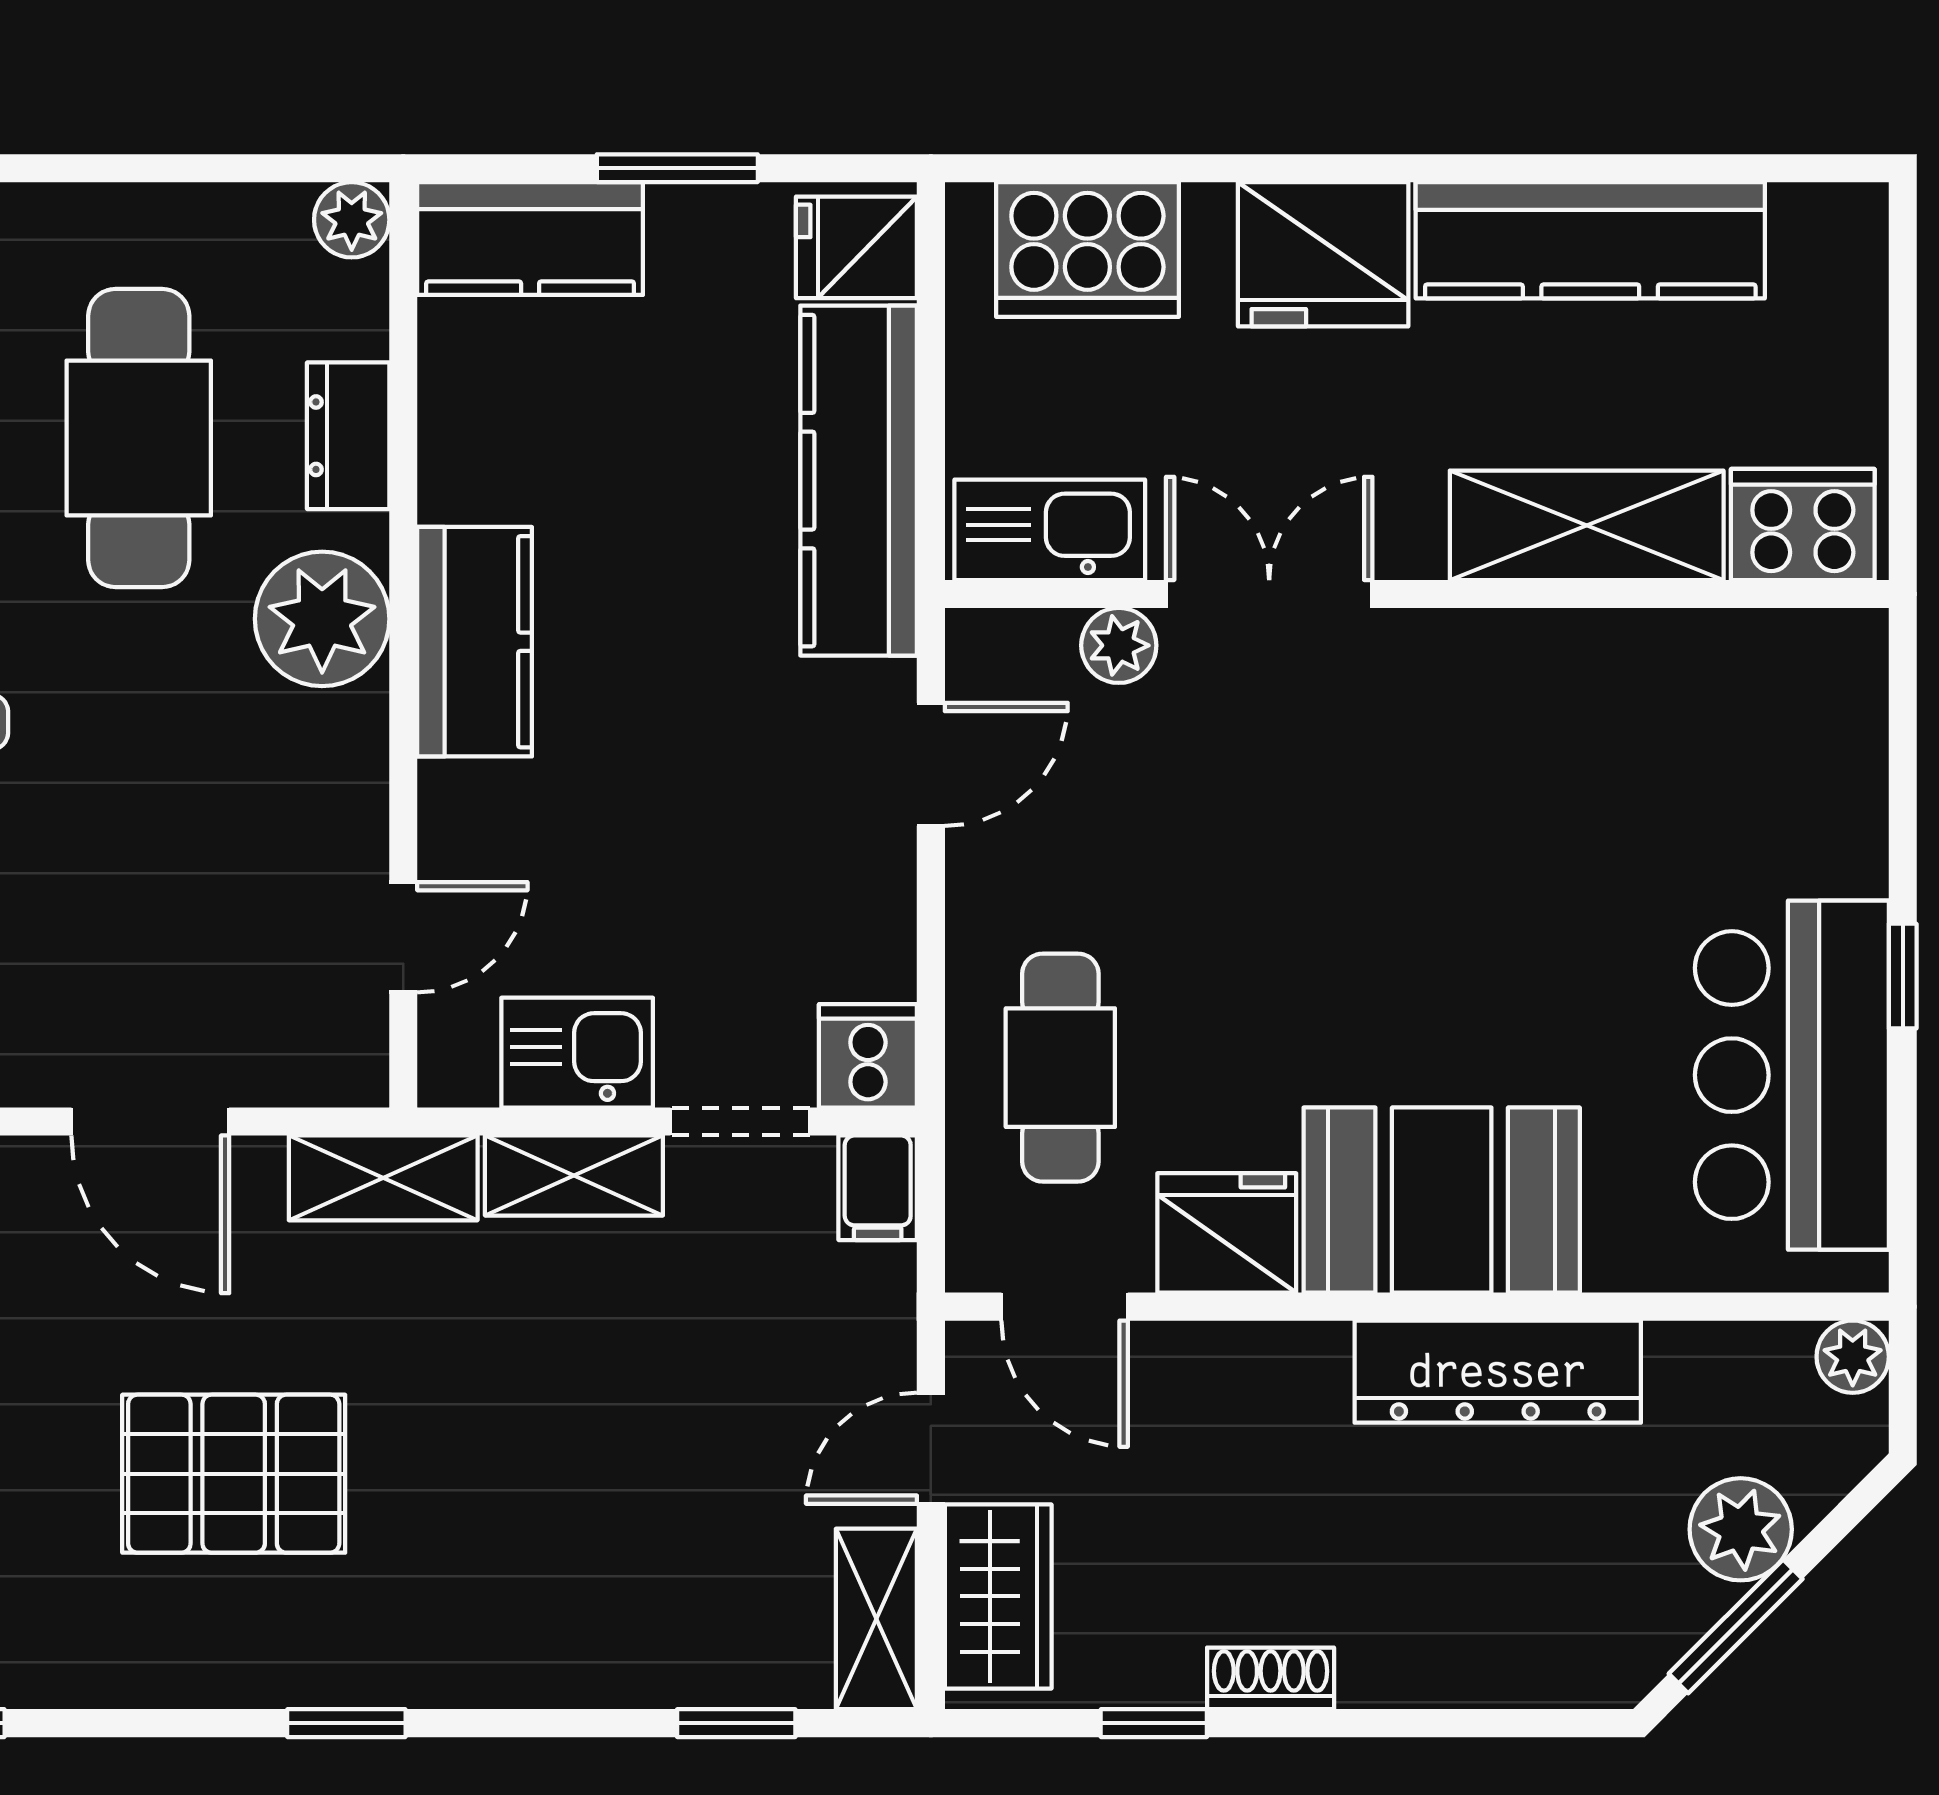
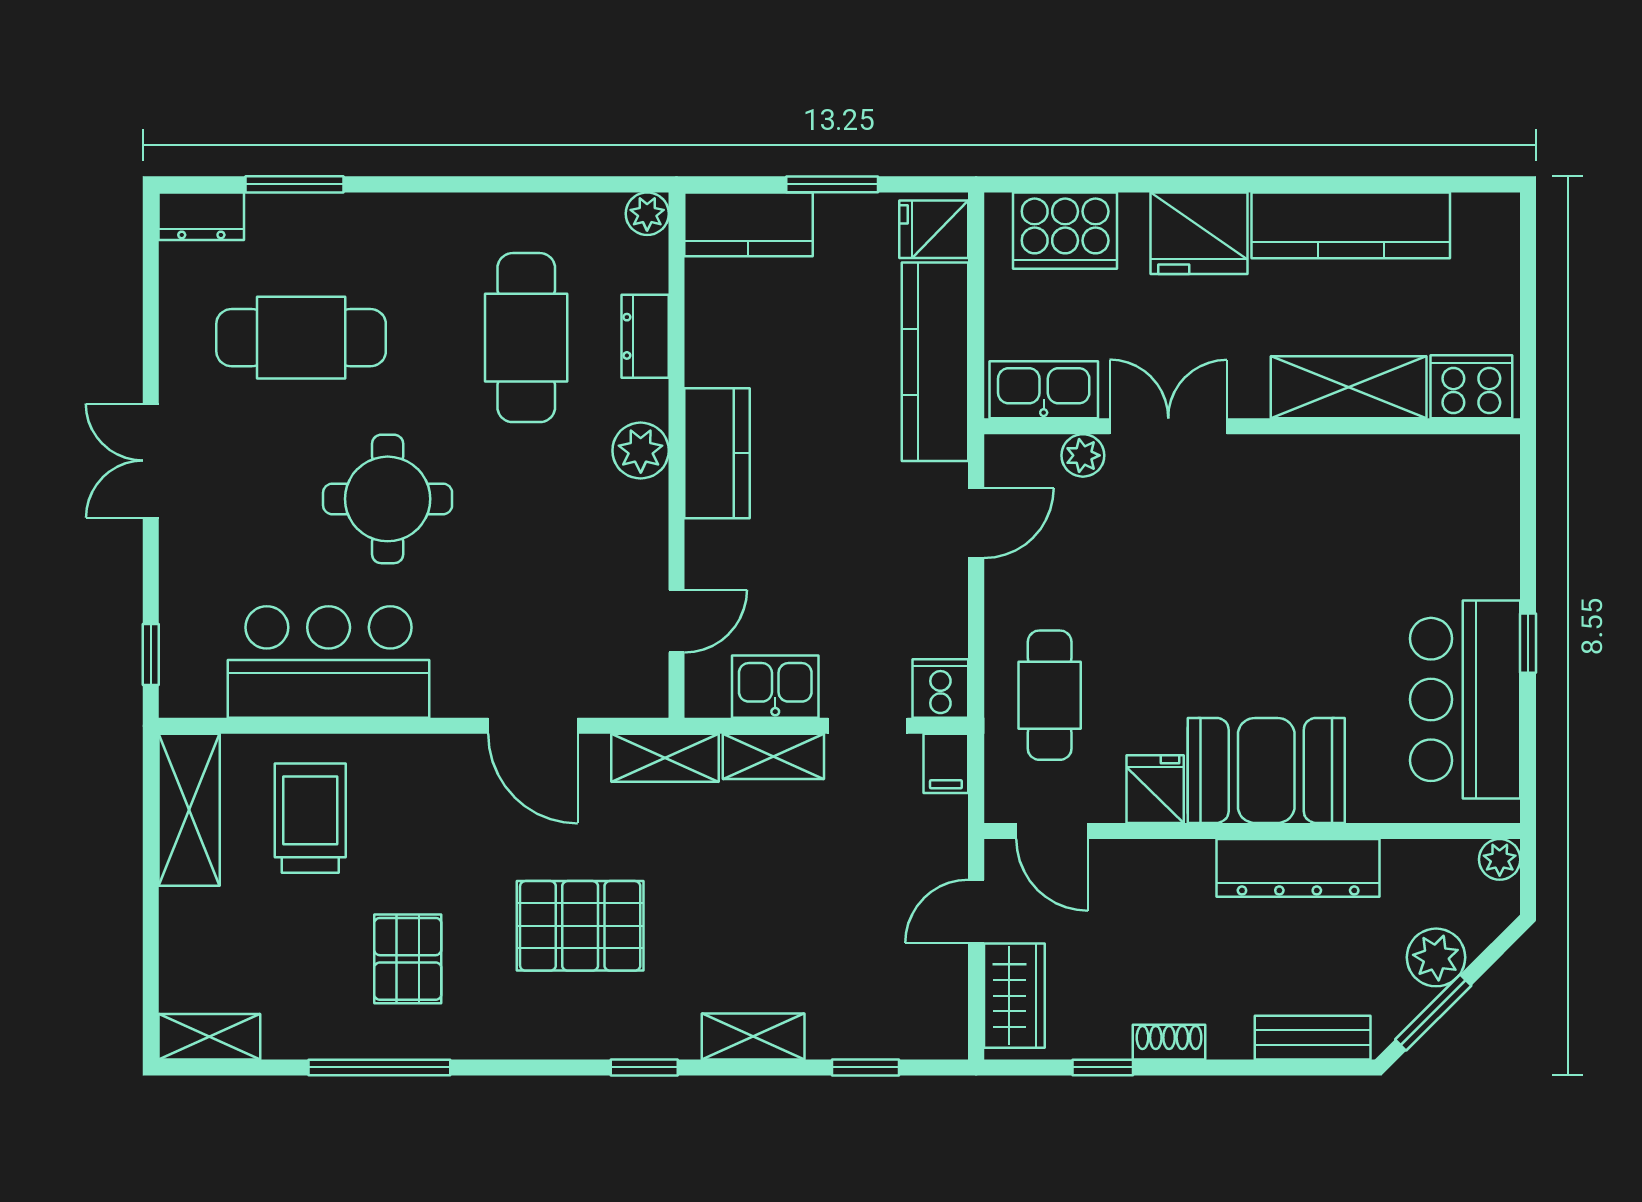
plant: (322, 619) -> (641, 451), width x0.73, depth x0.73
fridge: (1227, 1233) -> (1155, 789), width x0.72
shelving: (876, 1619) -> (753, 1037), moved, turned 90
bench: (1523, 1670) -> (1313, 1038), added

